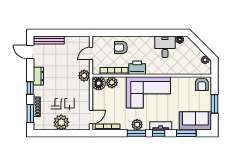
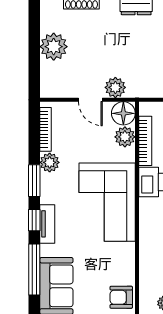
plant: (84, 76) -> (115, 87), moved
door: (91, 117) -> (90, 100), moved
plant: (137, 125) -> (50, 162), moved
window: (186, 133) -> (34, 270), width x1.44

